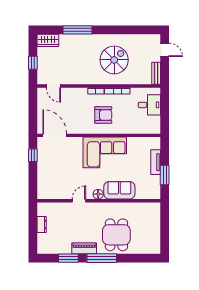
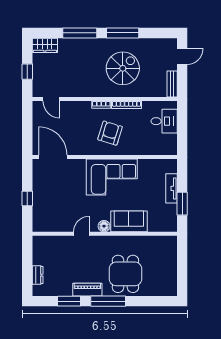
window: (114, 30) -> (123, 33), added
door: (165, 50) -> (182, 56), hinge flipped
armchair: (103, 115) -> (110, 133), turned -73
window: (33, 155) -> (27, 199), moved
dresser: (42, 224) -> (38, 275), moved

